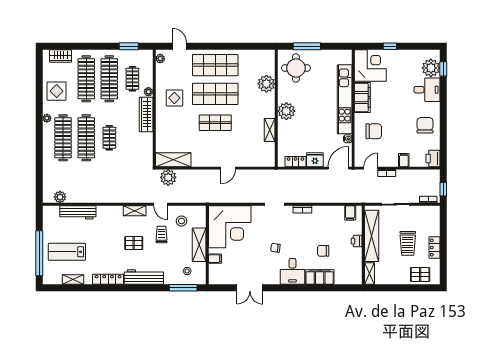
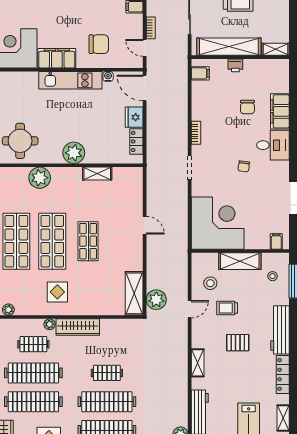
kitchen unit: (345, 99) -> (70, 80), width x0.73
chair: (374, 131) -> (99, 44), turned 90
shelving: (135, 211) -> (198, 363), moved
pallet: (134, 243) -> (238, 343), turned 90
filing cabinet: (215, 259) -> (276, 241), moved

